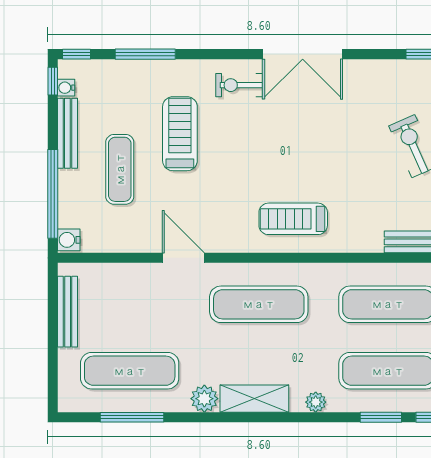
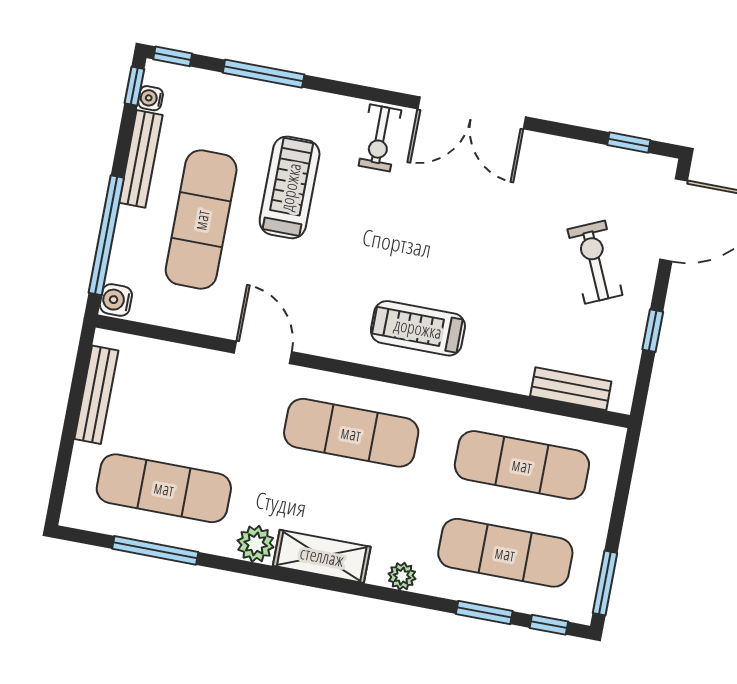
exercise bike: (239, 85) -> (380, 138), turned -90
exercise mat: (120, 169) -> (201, 220), width x1.36, depth x1.45

